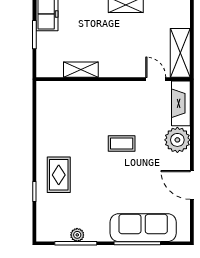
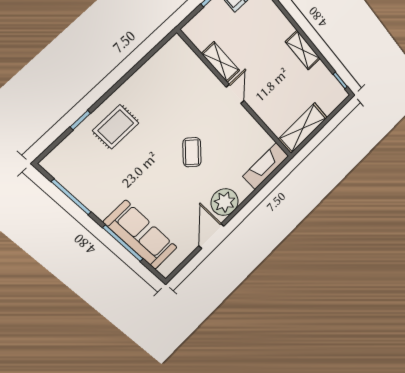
door: (156, 79) -> (235, 94), moved
plant: (177, 140) -> (225, 202), moved
coffee table: (122, 143) -> (192, 152), turned 42
plant: (77, 235) -> (80, 191), removed

